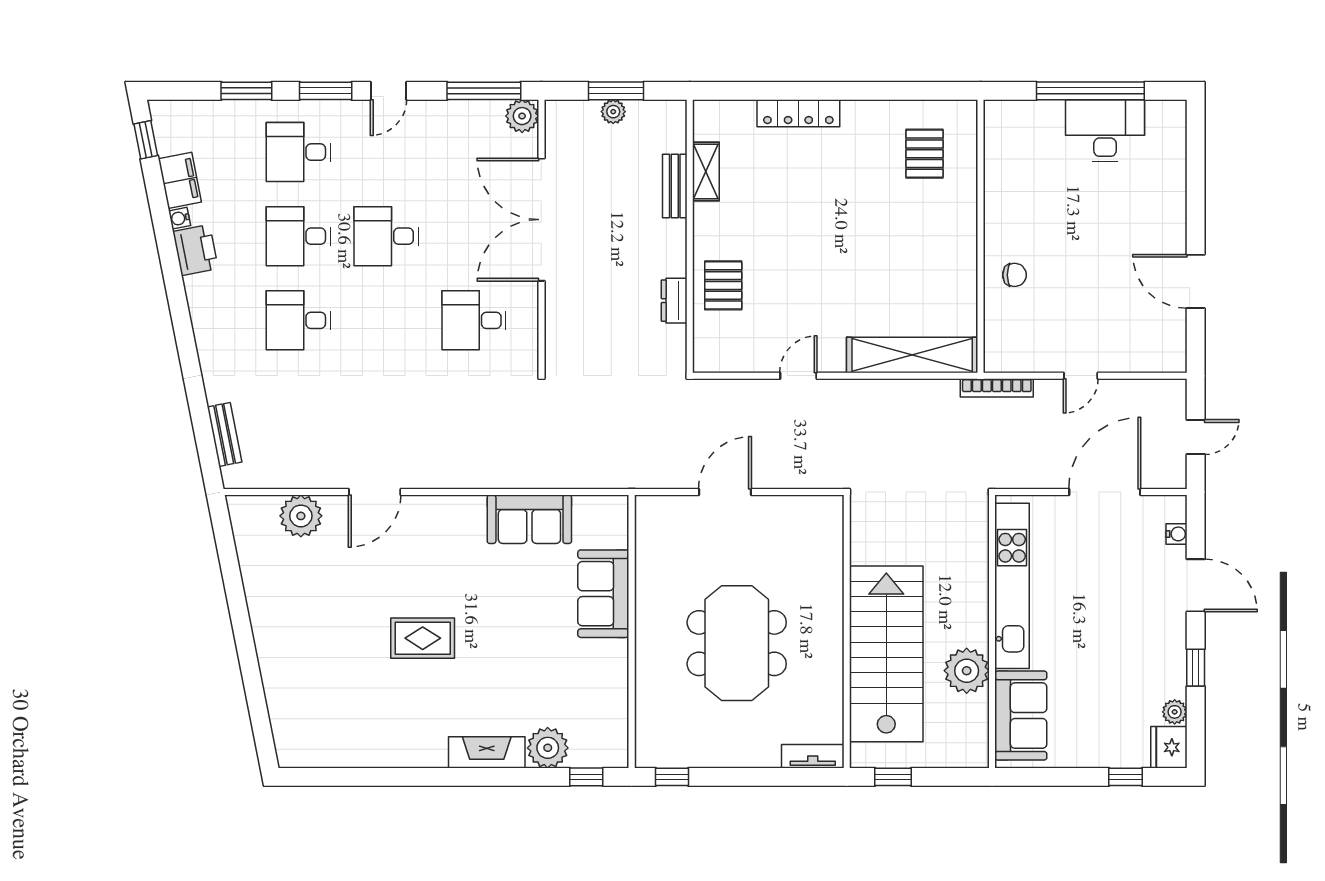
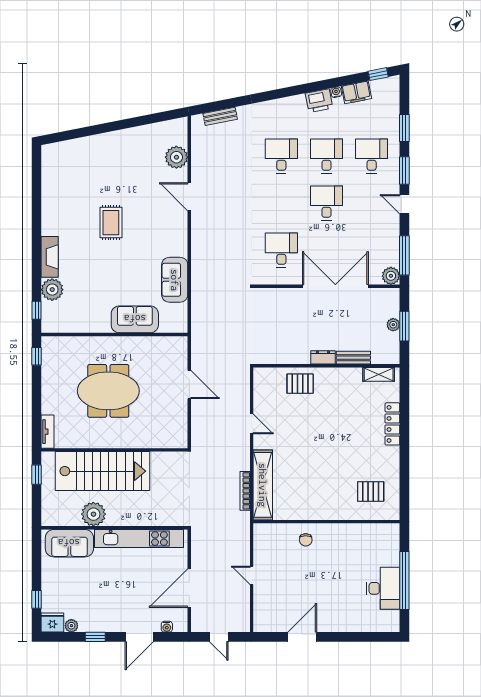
shelving: (706, 172) -> (379, 374), moved
dresser: (674, 301) -> (323, 357), moved
bookcase: (997, 388) -> (245, 491), moved
door: (1105, 492) -> (189, 588), swing flipped

